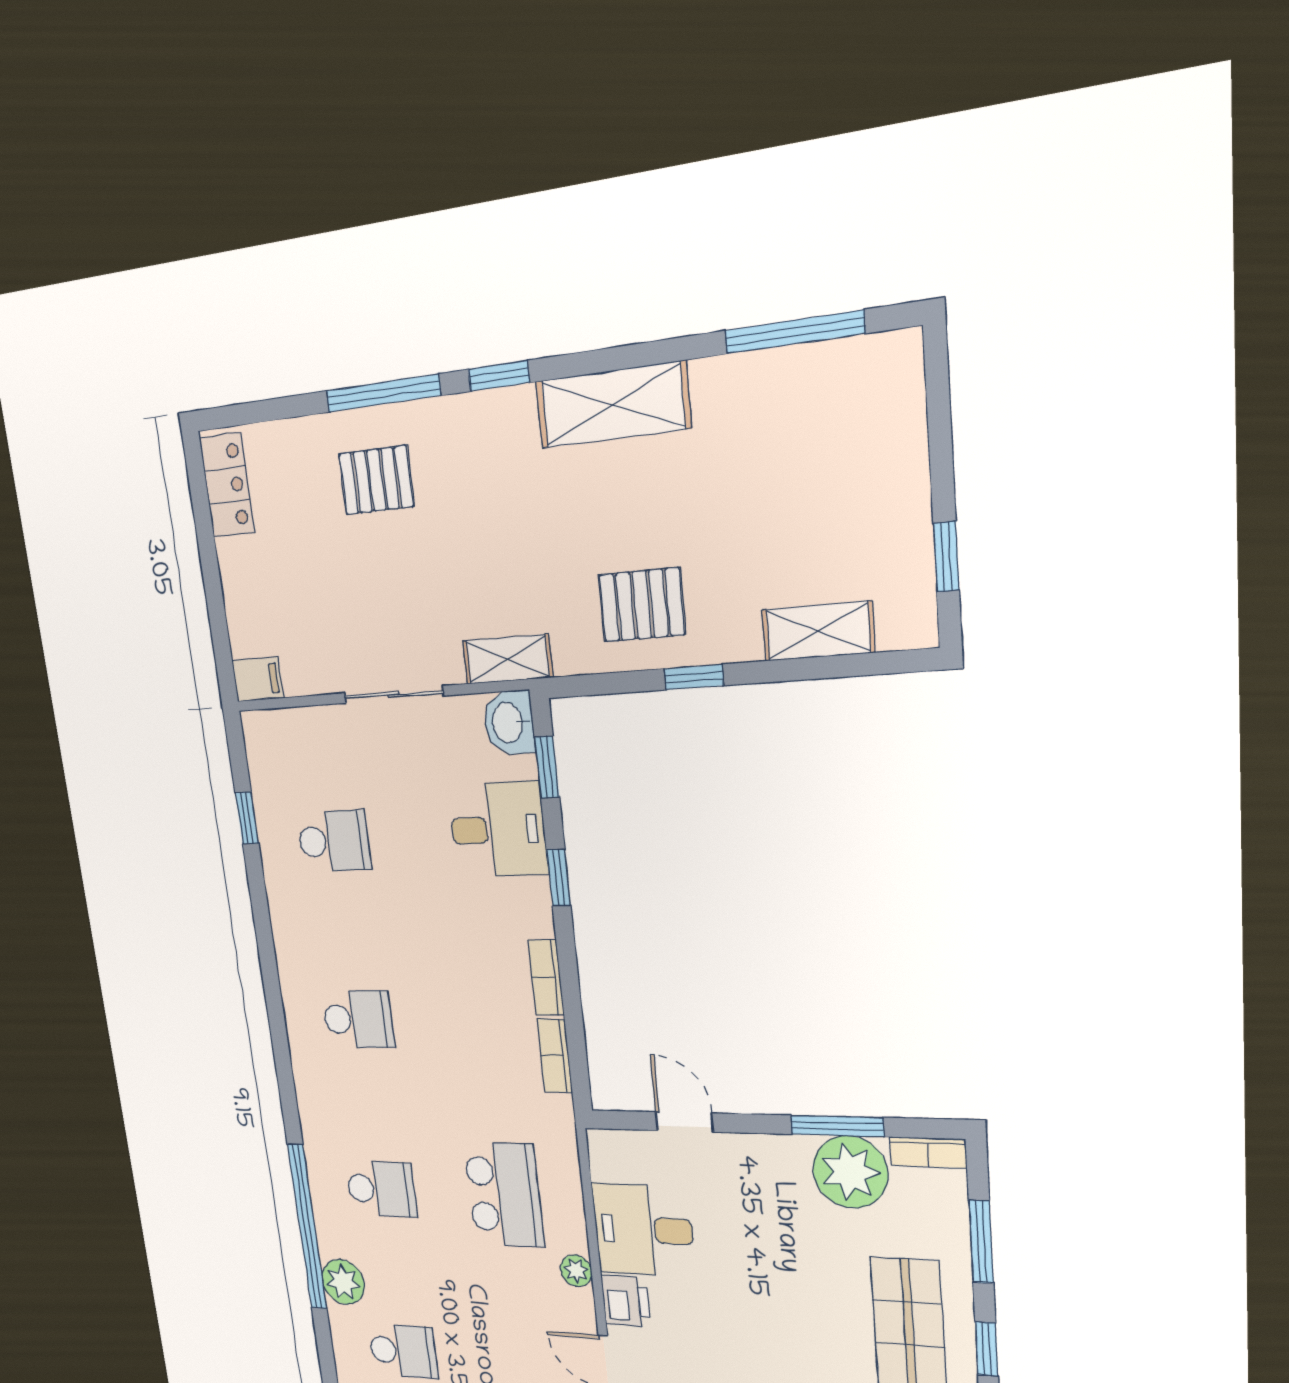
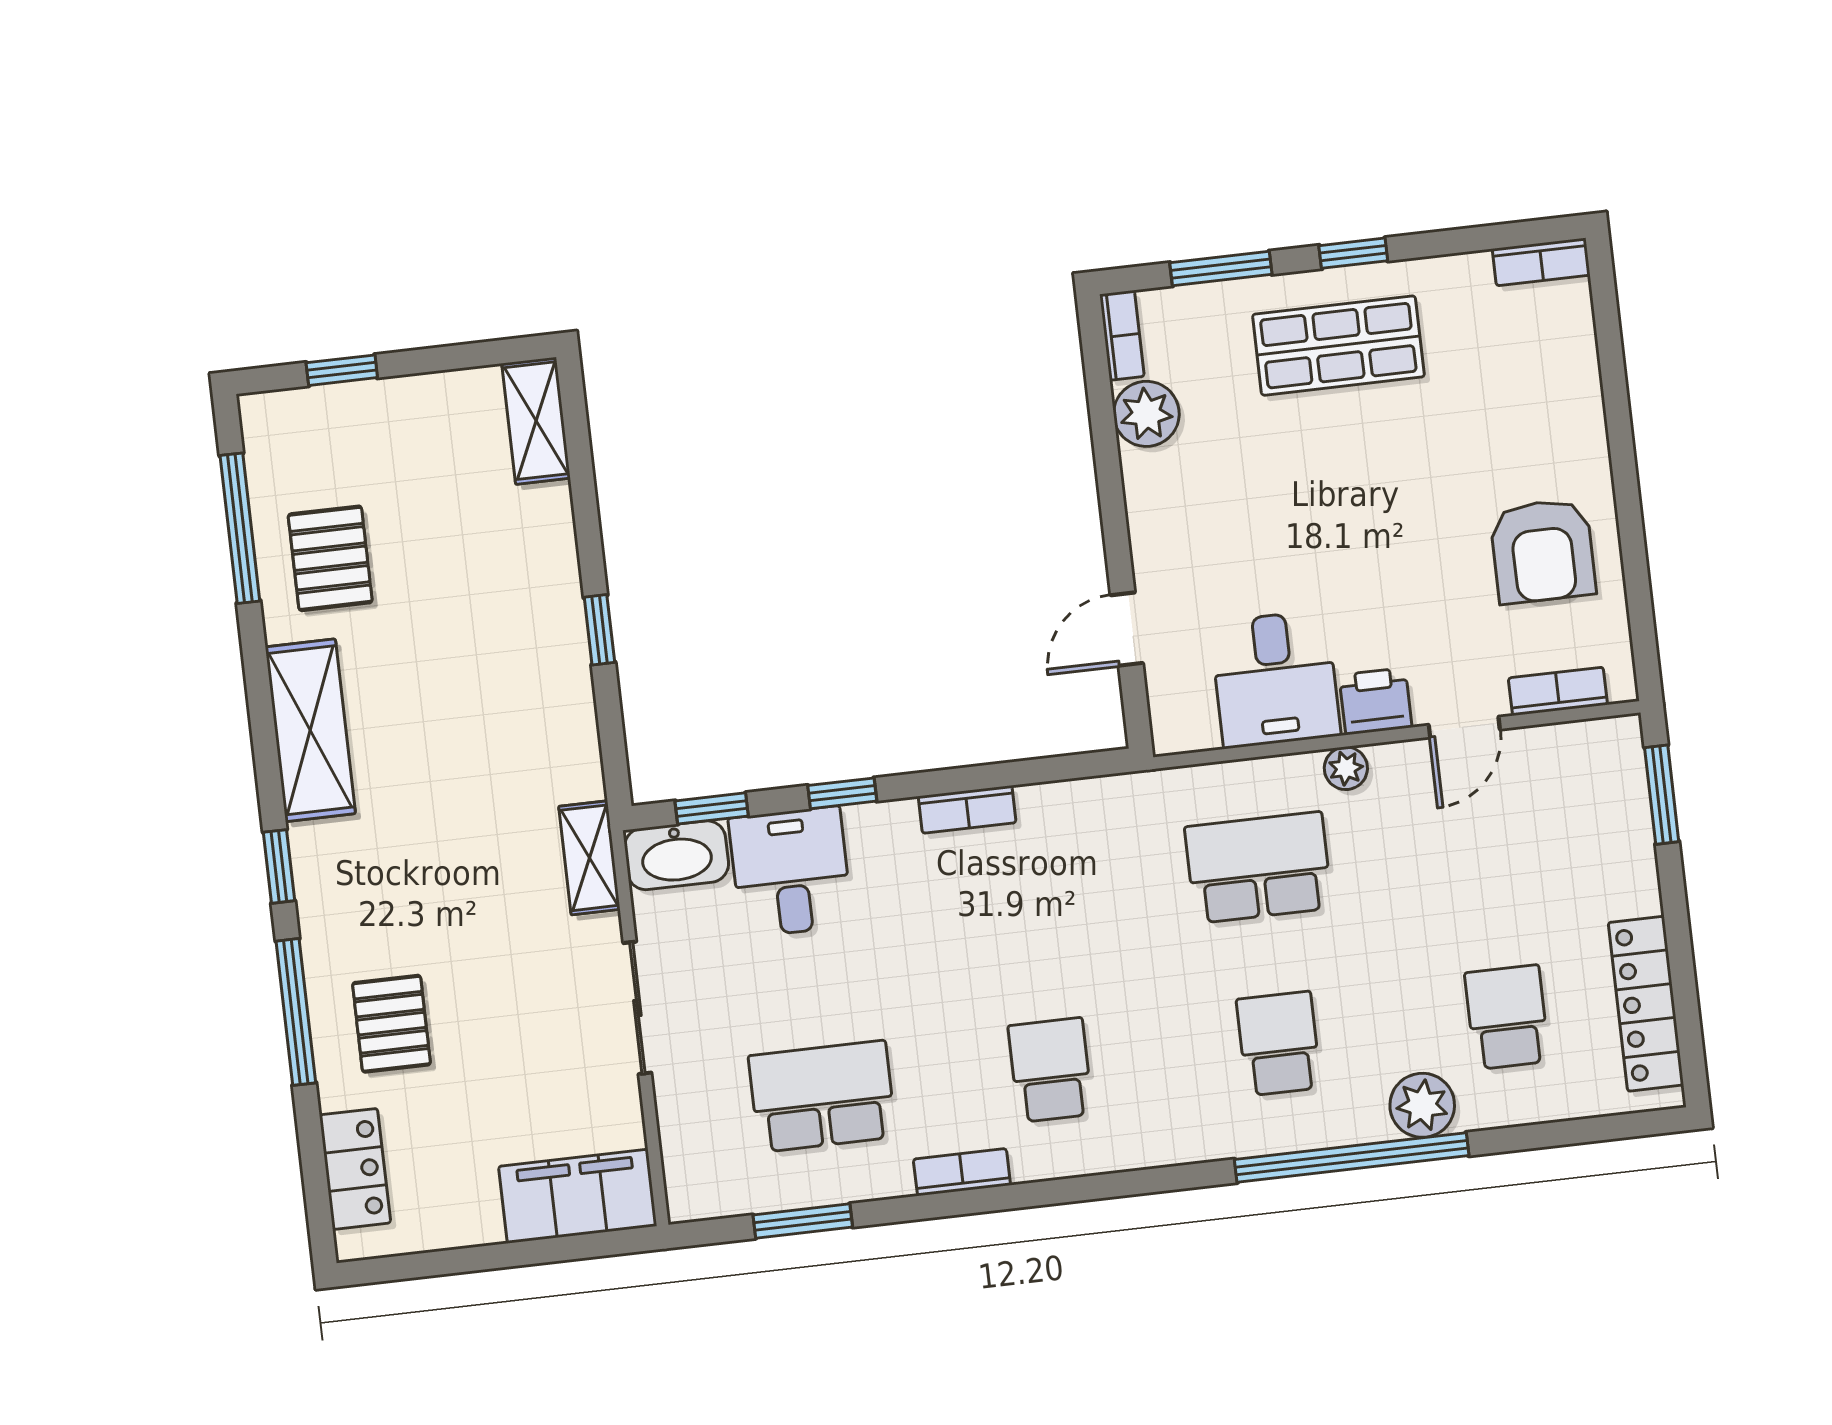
locker: (227, 485) -> (355, 1169), moved, turned 90
window: (946, 557) -> (342, 370), moved
pallet: (642, 605) -> (330, 558), moved
shelving: (818, 631) -> (536, 421), moved
filing cabinet: (258, 679) -> (578, 1196), width x3.00, depth x1.17
washbasin: (509, 723) -> (677, 855), width x1.38
window: (247, 818) -> (803, 1221), width x1.50
school desk: (334, 841) -> (822, 1096), width x1.85
bookcase: (555, 1056) -> (962, 1172), moved, turned 180
window: (837, 1126) -> (1105, 443), removed
plant: (850, 1172) -> (1146, 414), width x0.73, depth x0.73

